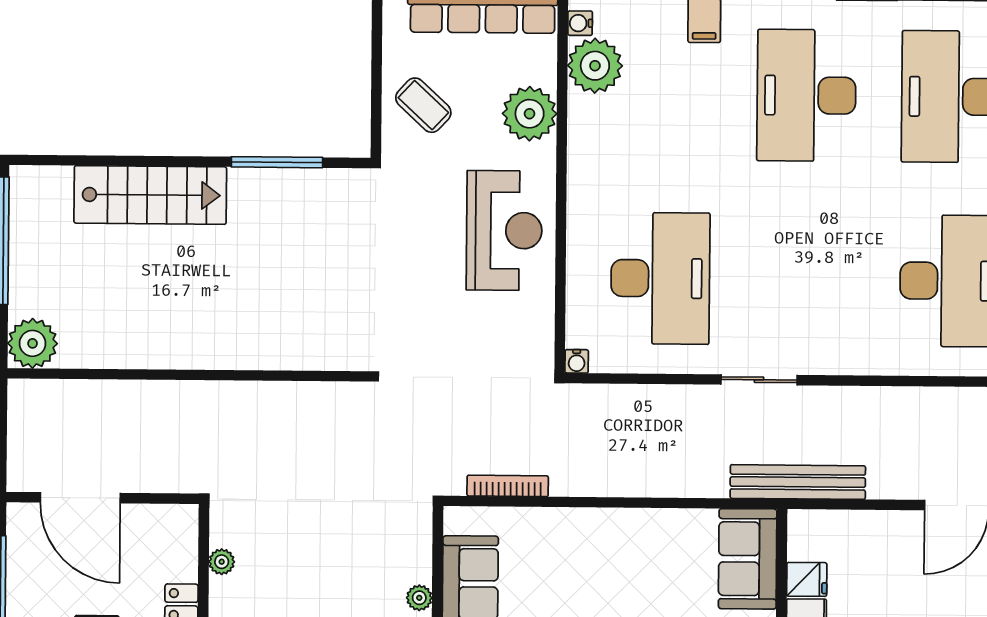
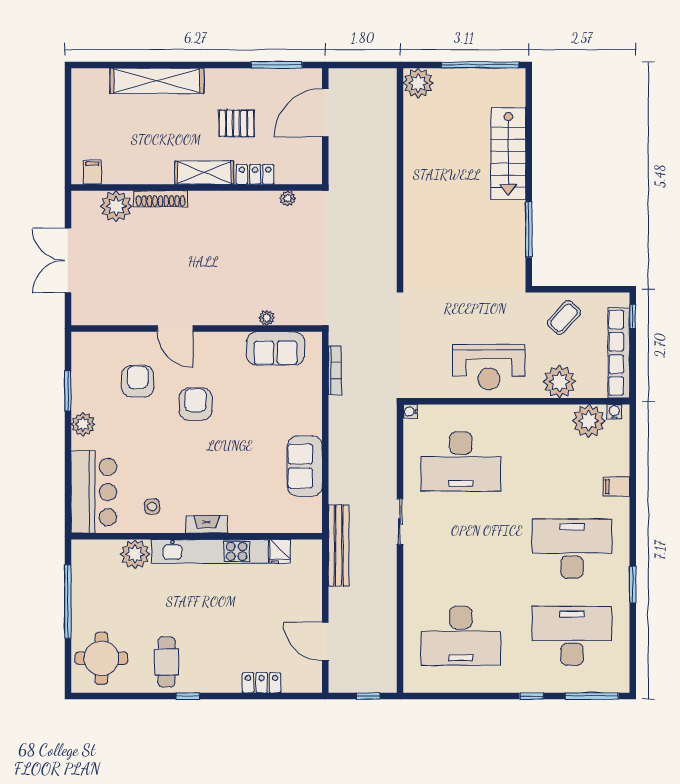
sofa: (748, 559) -> (305, 466), moved, turned -90

